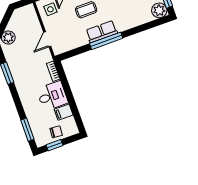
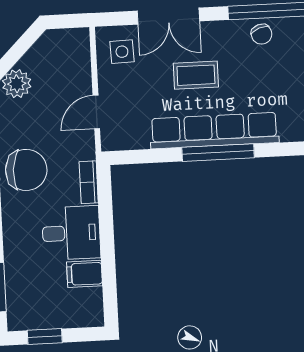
row of seats: (102, 32) -> (214, 131), width x2.02
chair: (56, 132) -> (26, 170), moved, width x1.87, depth x1.87

